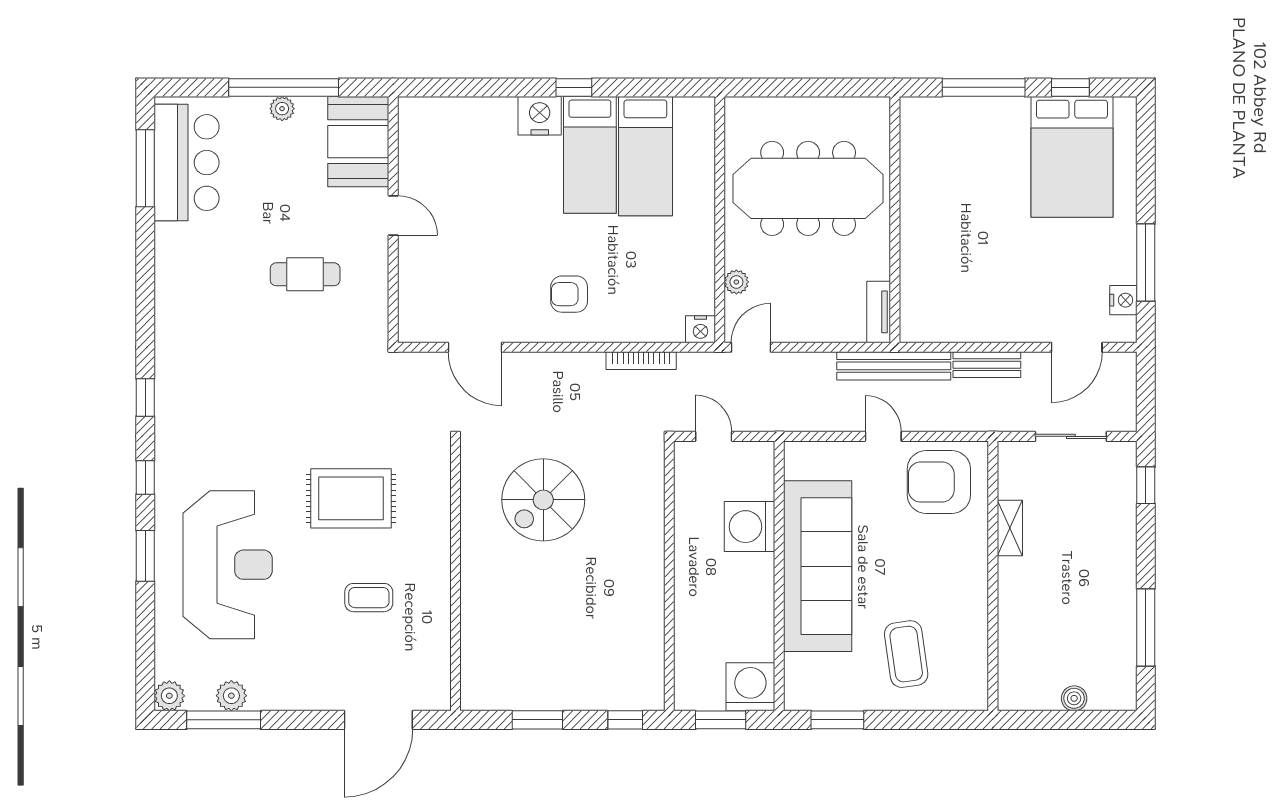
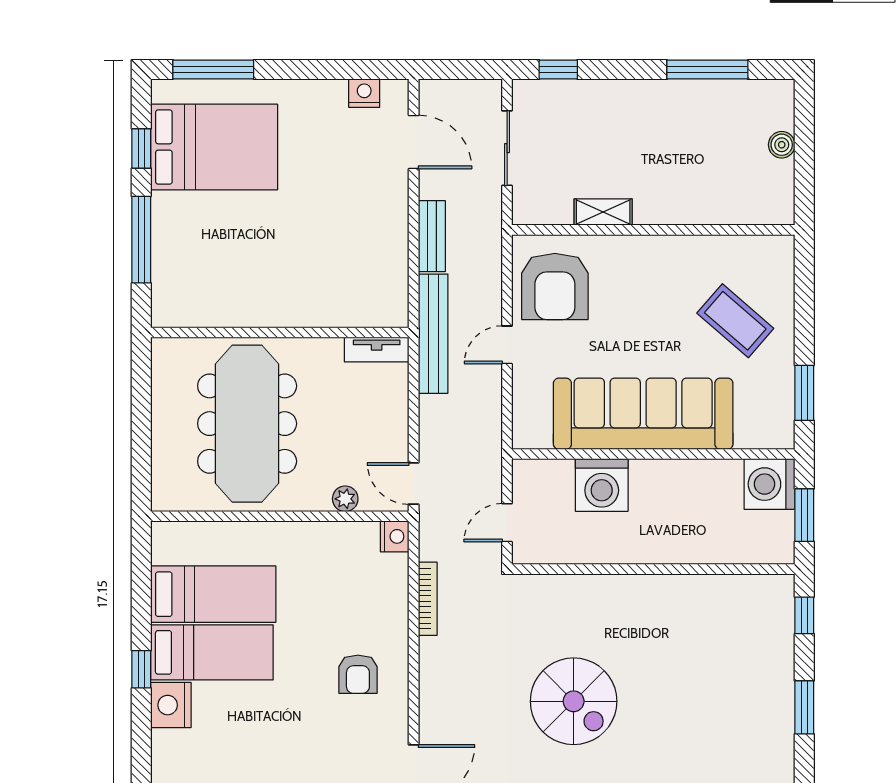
window: (1146, 263) -> (213, 70), moved
coffee table: (906, 654) -> (735, 321), turned 49

